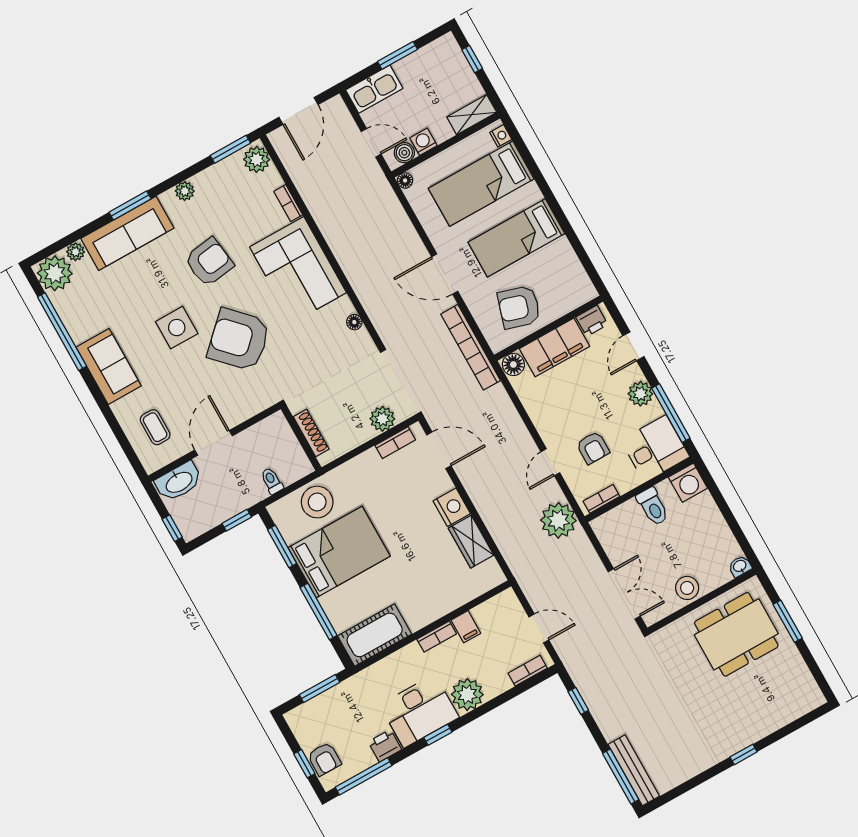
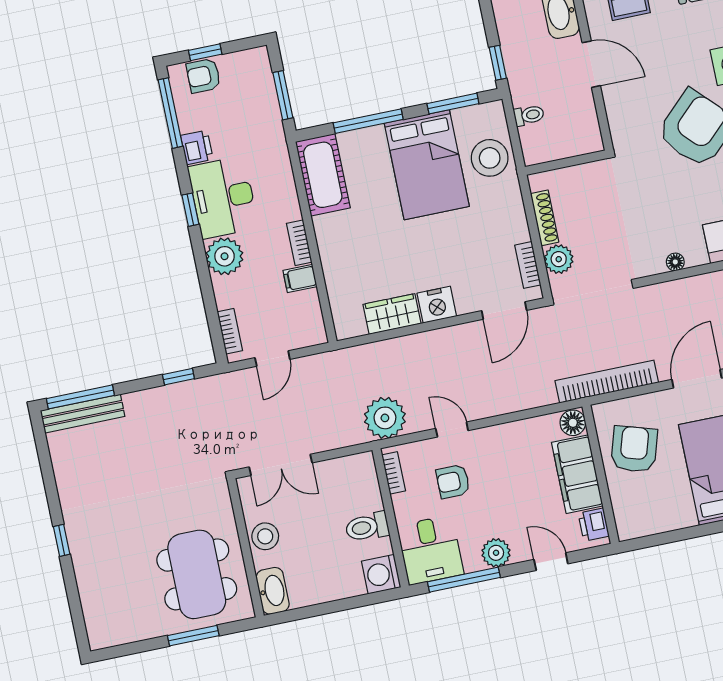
shoe rack: (311, 433) -> (545, 218), moved, turned -90
washbasin: (740, 566) -> (273, 591), width x1.91, depth x1.45

